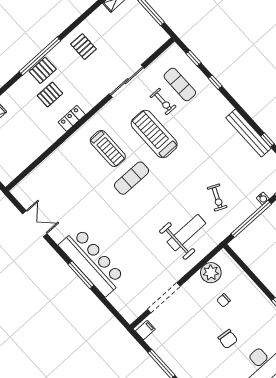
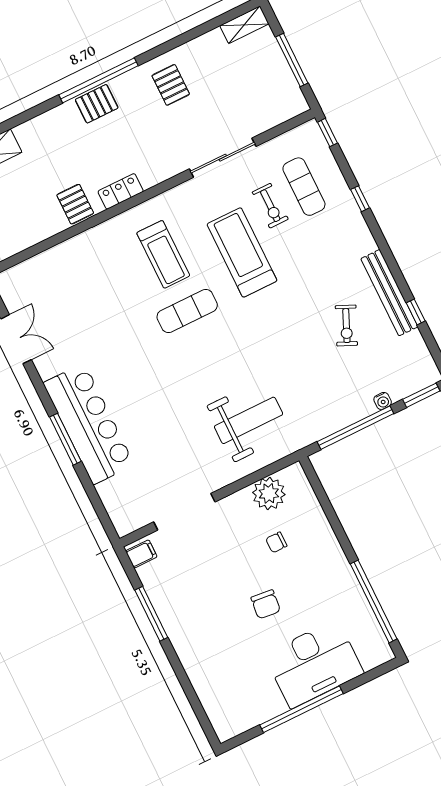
window: (193, 58) -> (327, 133), moved
pallet: (50, 95) -> (75, 204), moved, turned 90
exercise bike: (217, 198) -> (346, 326), moved

